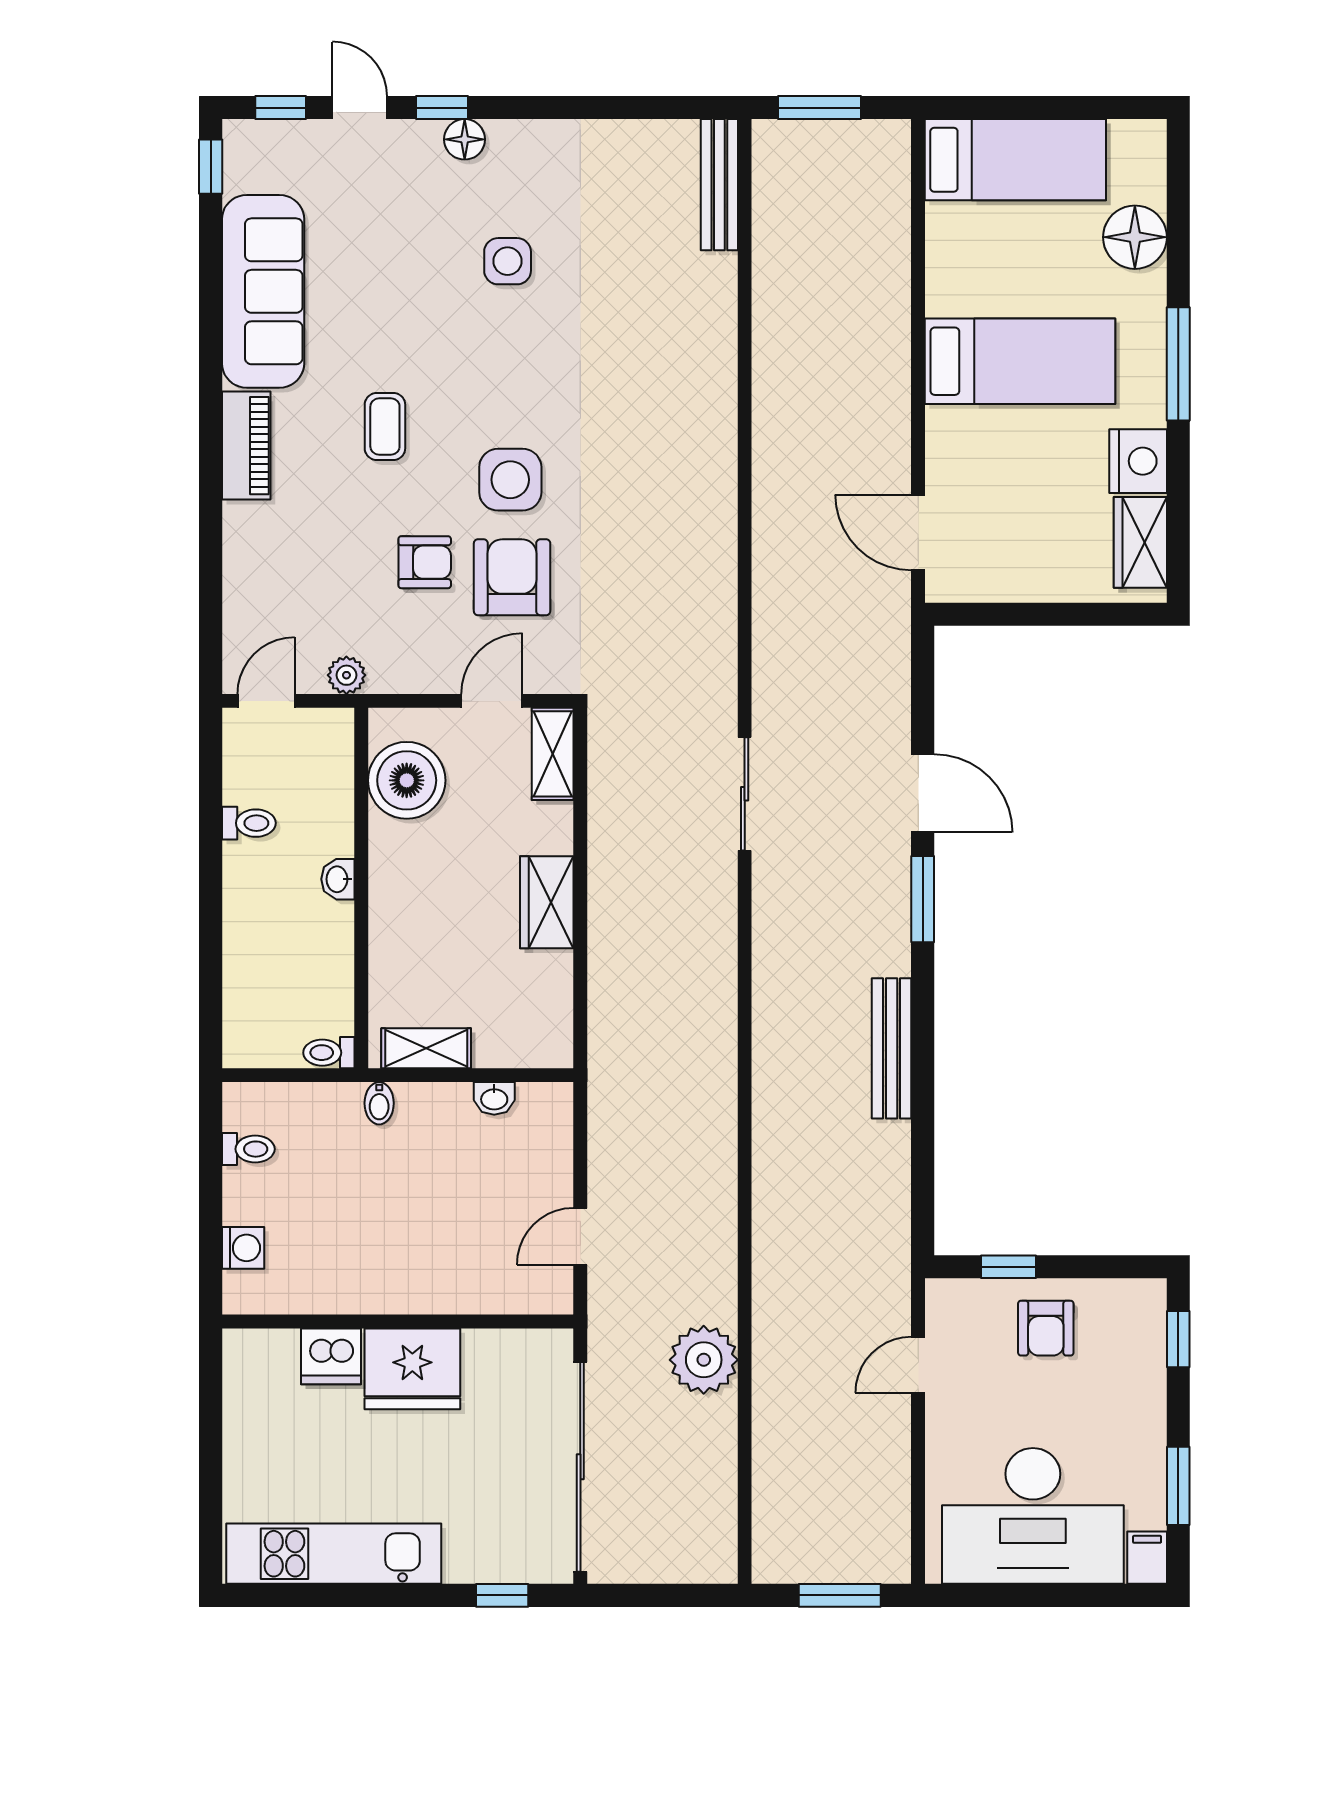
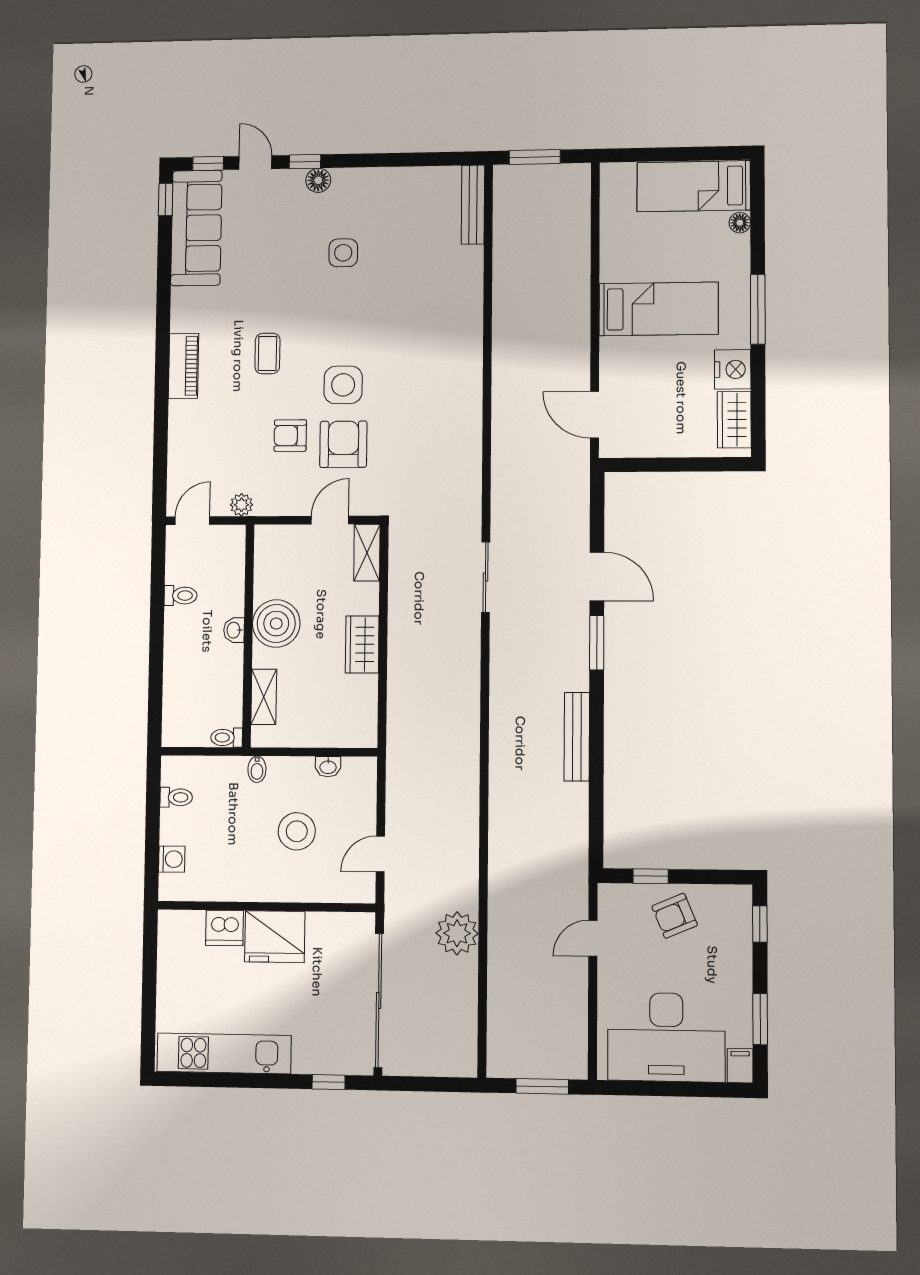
bed: (1015, 160) -> (694, 186), moved, turned 180
floor lamp: (1135, 237) -> (740, 223), width x0.53, depth x0.53
sofa: (263, 291) -> (196, 228), moved
armchair: (425, 562) -> (290, 436), turned 180
boiler: (407, 780) -> (276, 624), moved
shelving: (426, 1048) -> (264, 697), moved, turned 90
stool: (445, 1202) -> (297, 831), added
armchair: (1046, 1328) -> (675, 916), turned 67

